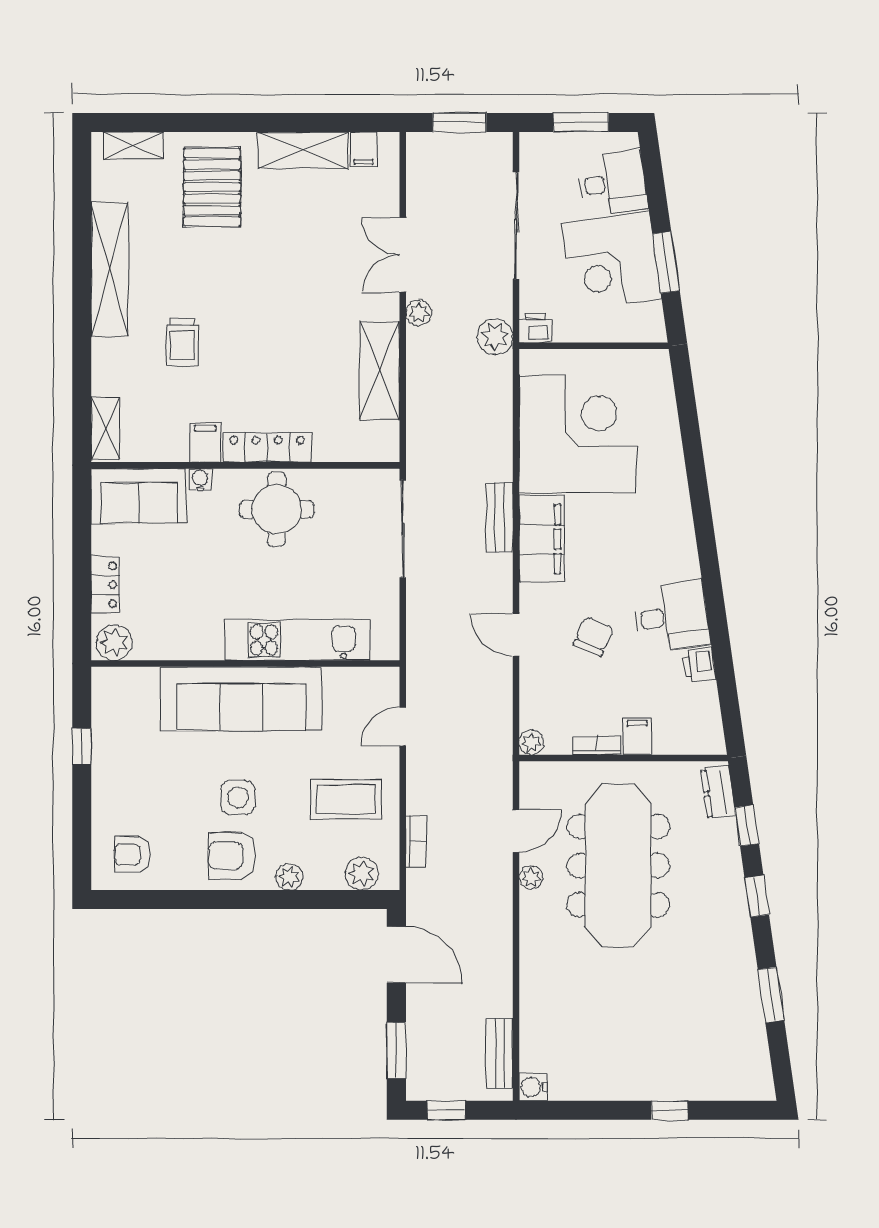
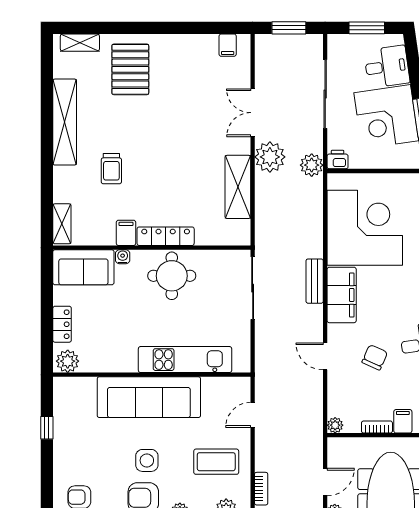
shelving: (303, 150) -> (189, 45), removed
plant: (419, 313) -> (270, 157), width x1.88, depth x1.88

